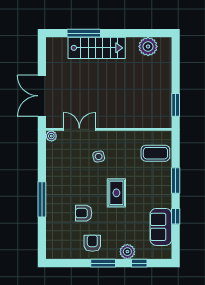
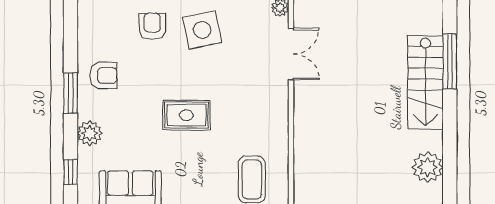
side table: (99, 156) -> (202, 30), moved, width x1.87, depth x1.87
armchair: (84, 213) -> (152, 26), moved
window: (139, 263) -> (71, 172), moved

